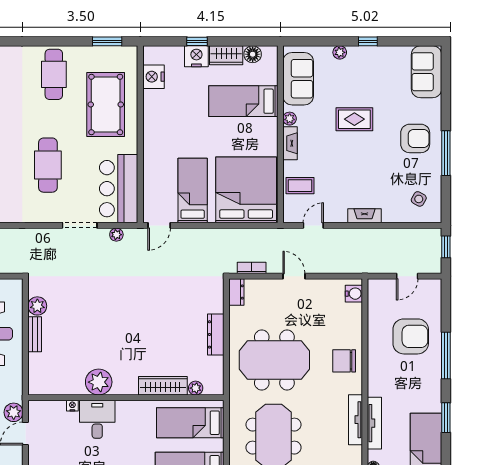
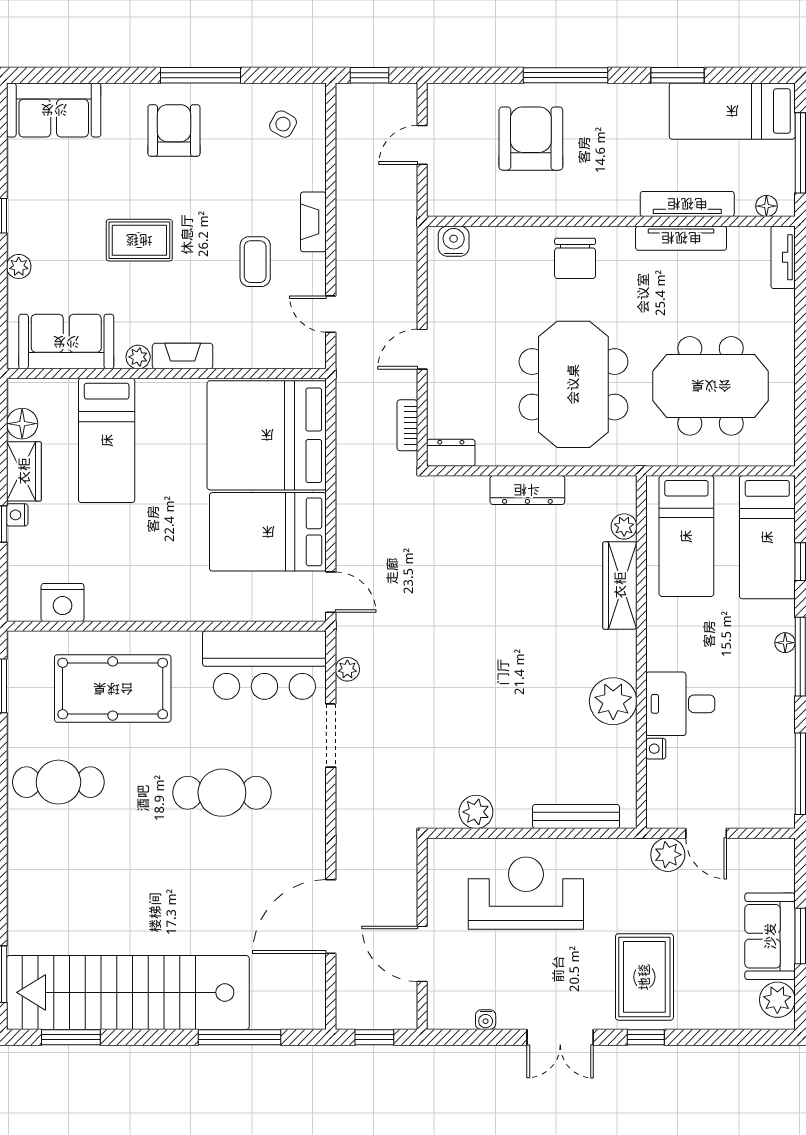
nightstand: (196, 56) -> (17, 515), width x0.53, depth x0.56
rug: (354, 119) -> (139, 240), turned 90
coffee table: (300, 186) -> (255, 262), moved
bed: (193, 191) -> (268, 532), width x1.50
door: (407, 276) -> (422, 145), swing flipped
bench: (35, 334) -> (576, 816), moved, width x1.36

